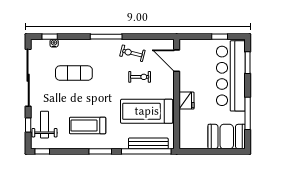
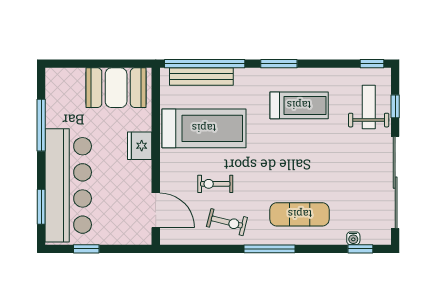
exercise mat: (74, 73) -> (300, 214), moved
weight bench: (44, 125) -> (369, 107), turned 180
booth: (227, 137) -> (116, 88), moved

